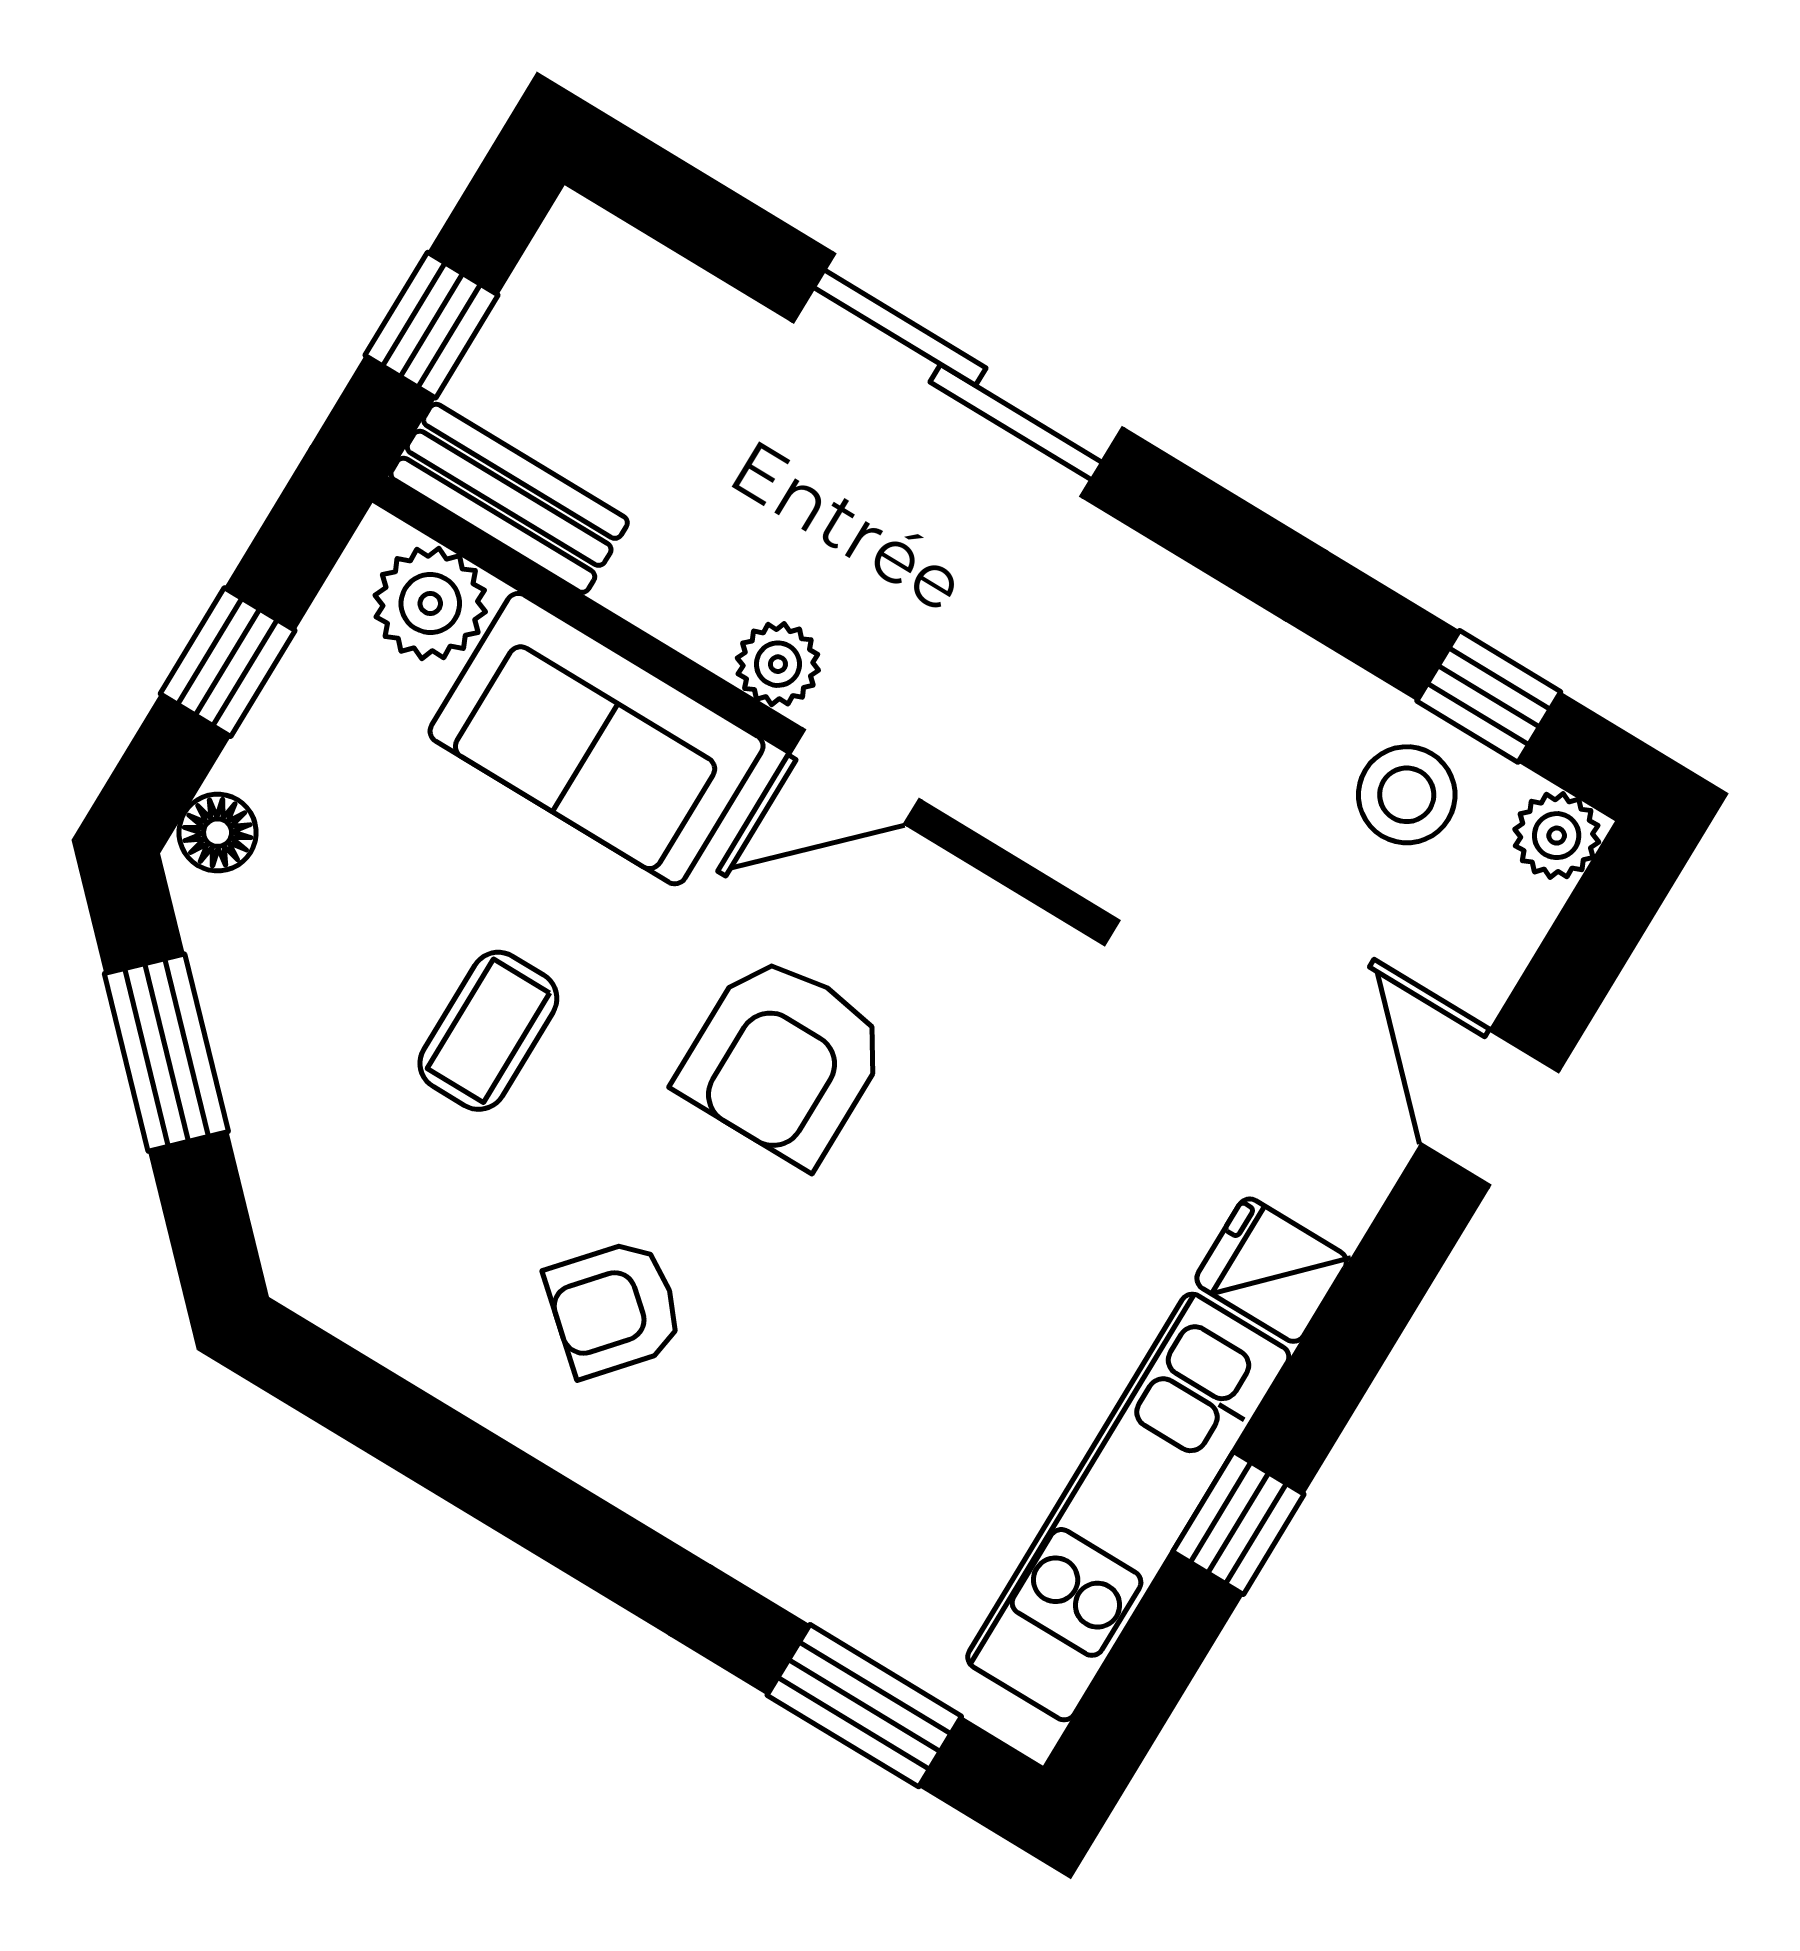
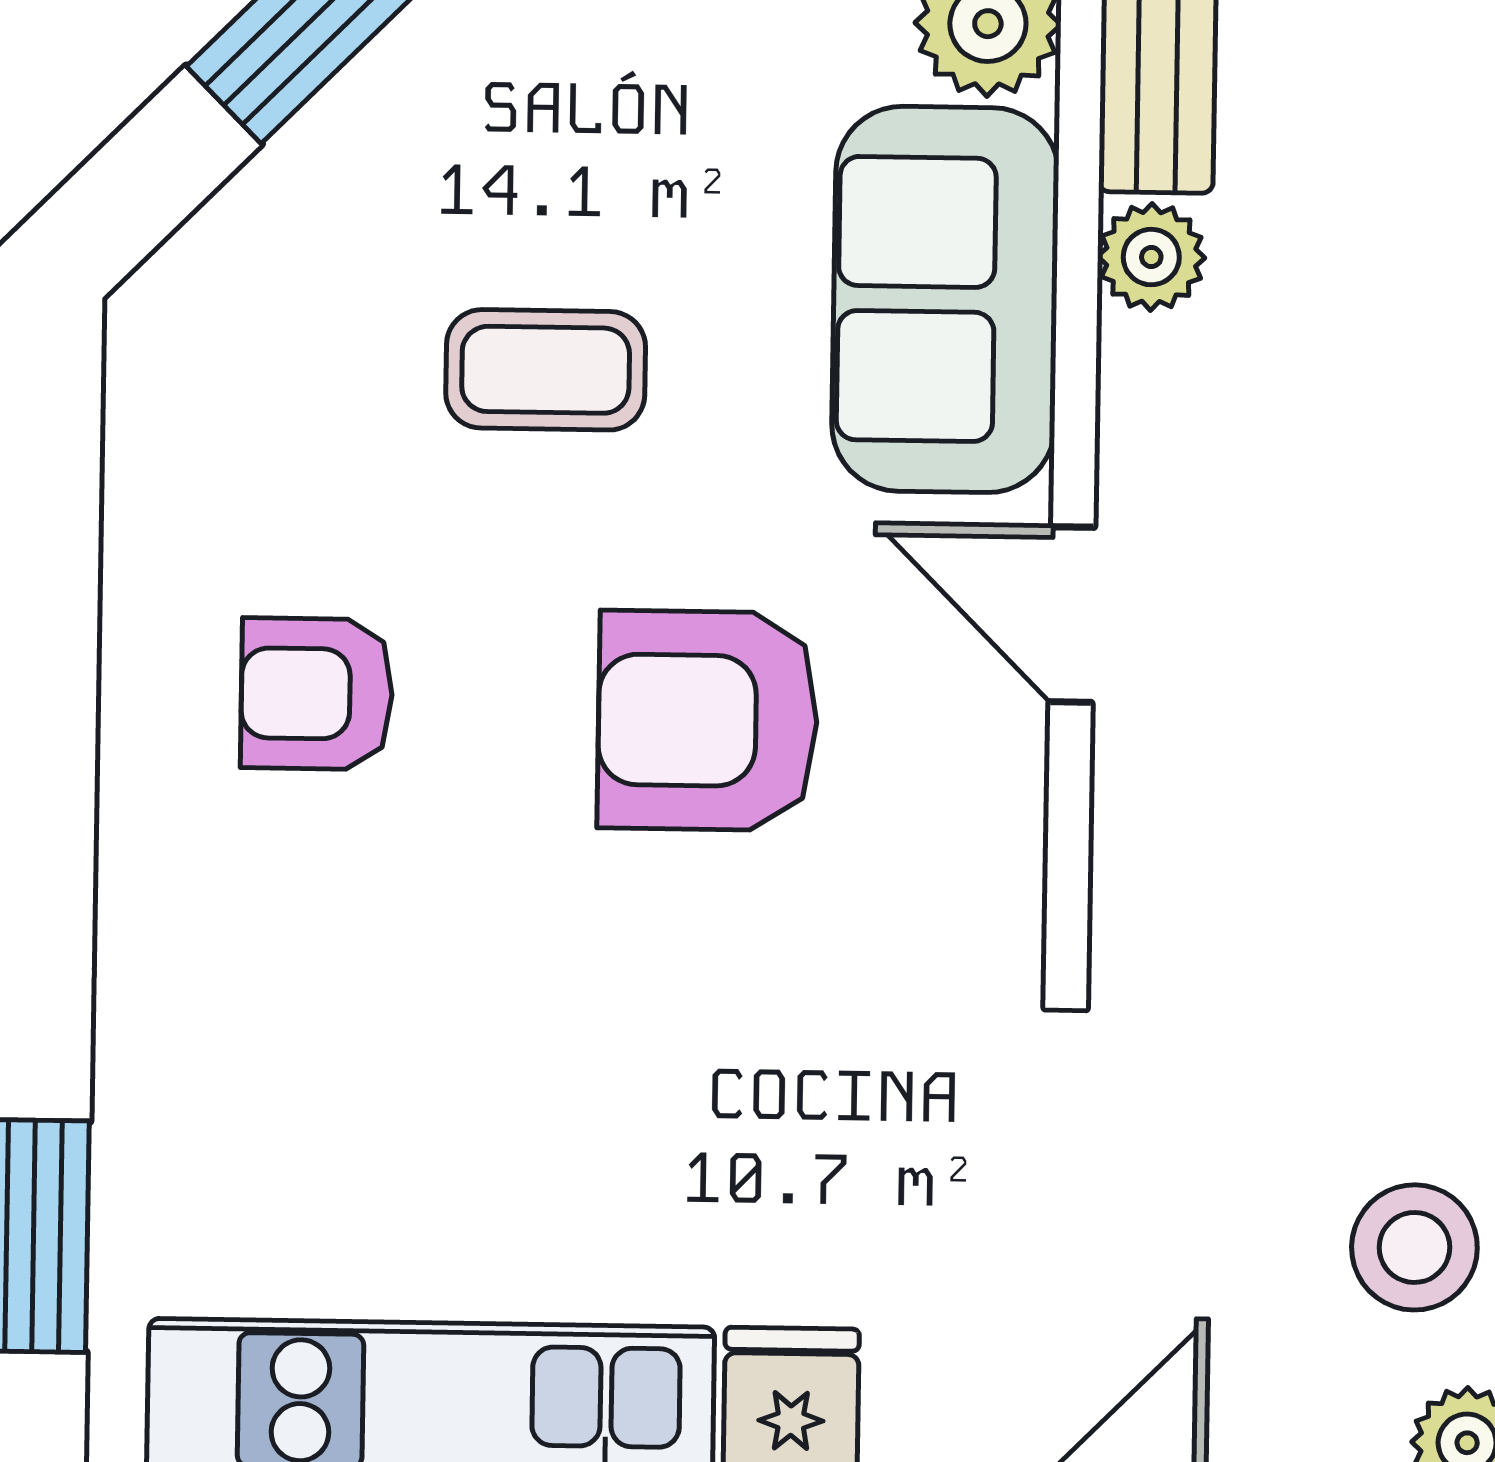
plant: (778, 664) -> (1151, 257), moved
armchair: (614, 1308) -> (317, 694), turned -41

